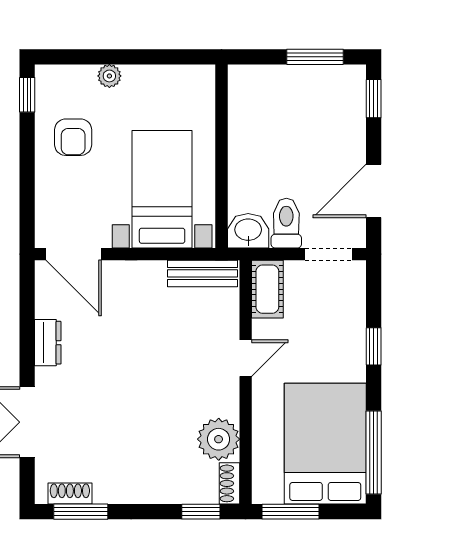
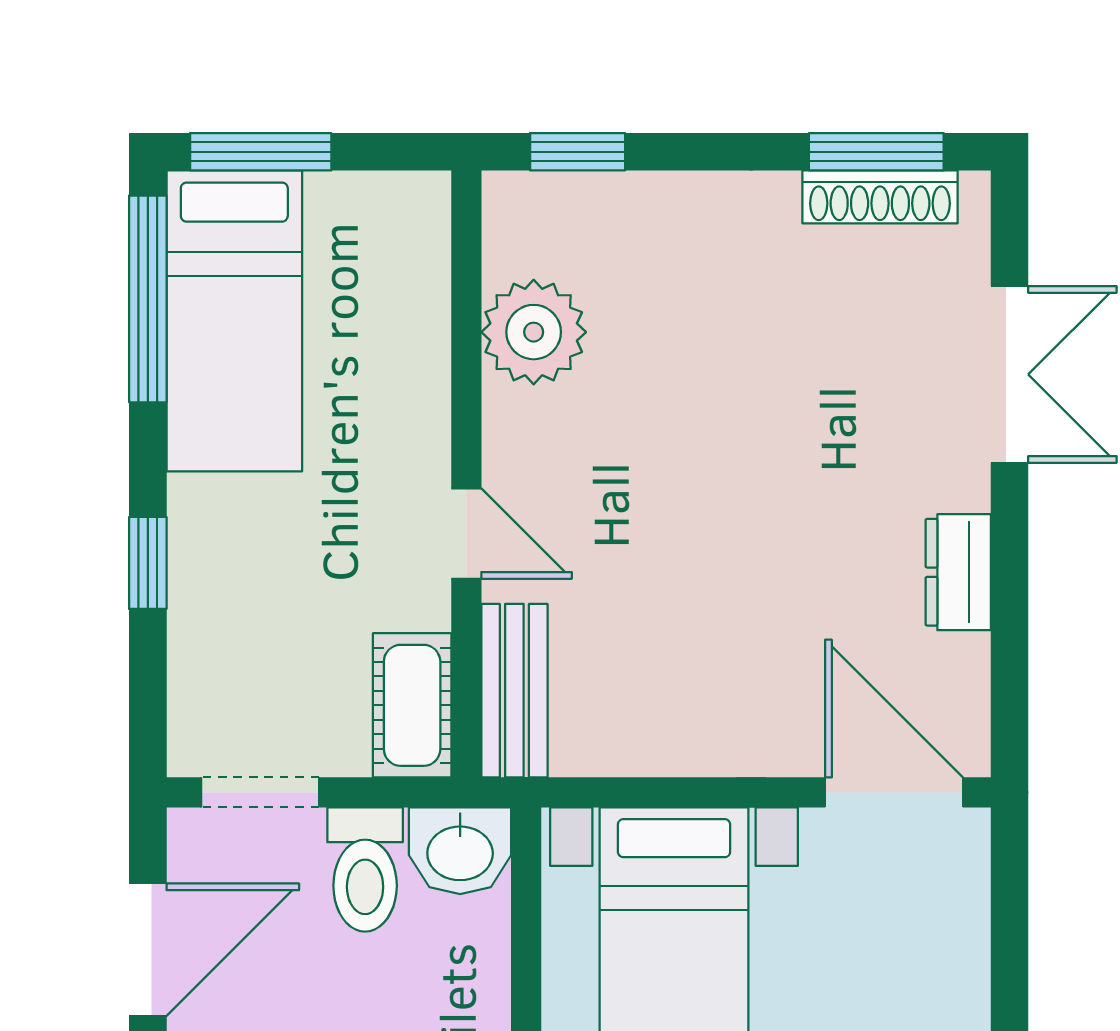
bench: (202, 273) -> (514, 691), moved, turned 90
door: (246, 358) -> (466, 534), swing flipped
bed: (325, 444) -> (234, 321), width x0.67
shoe rack: (229, 483) -> (506, 222), removed
shoe rack: (70, 494) -> (880, 197), width x1.43
window: (290, 512) -> (261, 152), moved

